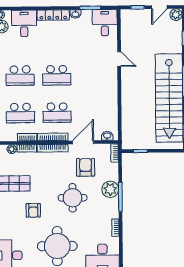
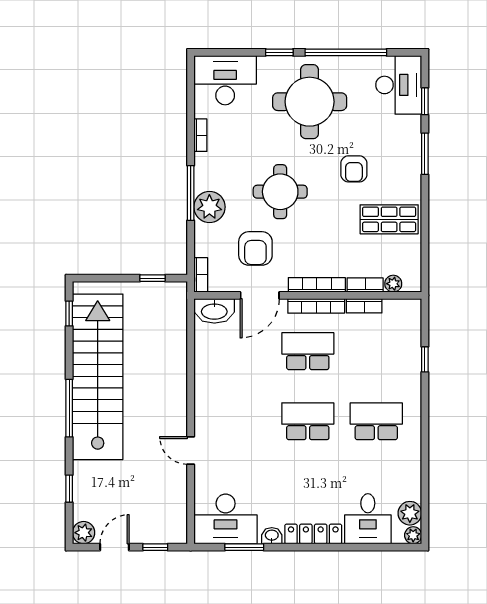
desk: (105, 23) -> (226, 519), width x1.37
school desk: (20, 113) -> (376, 351), removed
washbasin: (107, 136) -> (214, 311), width x1.91, depth x1.45
armchair: (33, 210) -> (354, 169), turned 180

